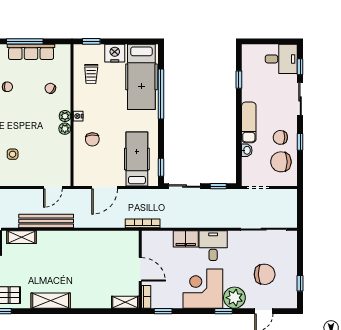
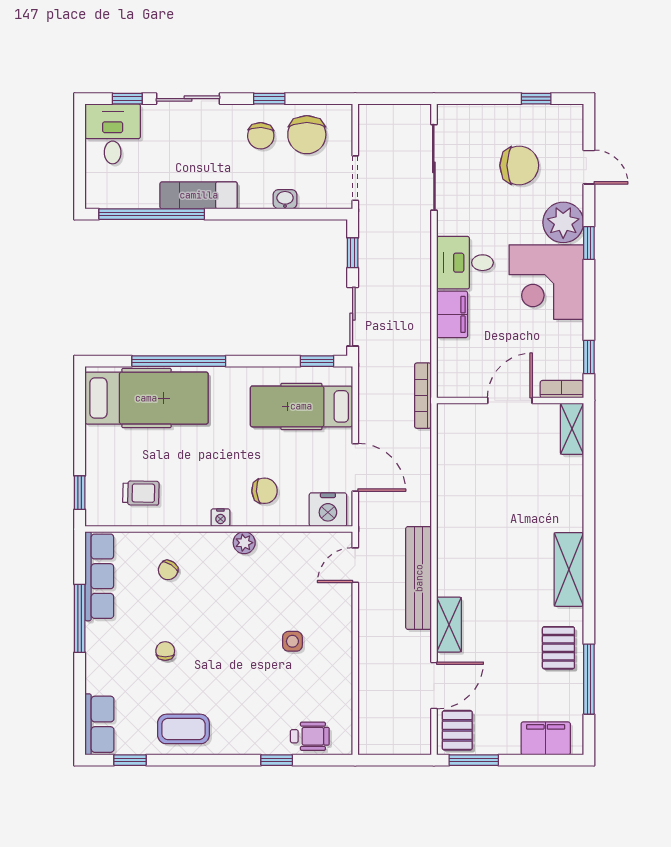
row of seats: (31, 52) -> (99, 576), moved
nightstand: (115, 53) -> (328, 510), moved, turned -90
window: (239, 80) -> (152, 214), width x3.17
plant: (65, 116) -> (220, 542), removed
exam couch: (249, 122) -> (199, 195), moved
door: (53, 187) -> (355, 565), swing flipped
chair: (265, 274) -> (519, 165), turned 92

